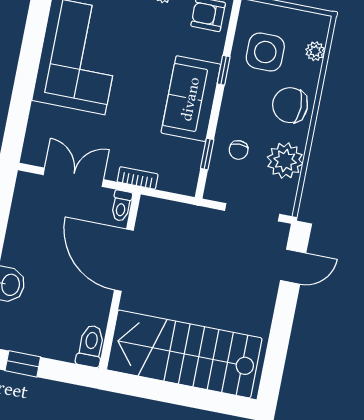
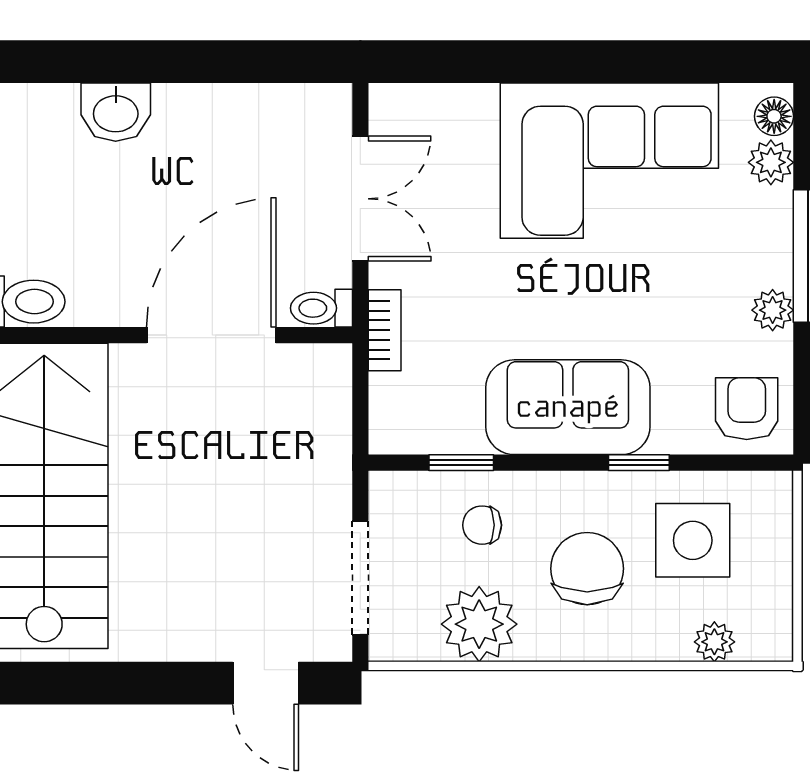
chair: (290, 105) -> (587, 569), moved

